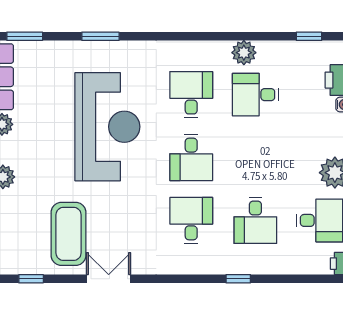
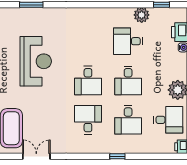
plant: (244, 53) -> (142, 15), moved
desk: (191, 95) -> (128, 81), moved, turned 180
reception desk: (107, 127) -> (36, 61), width x0.74, depth x0.77

